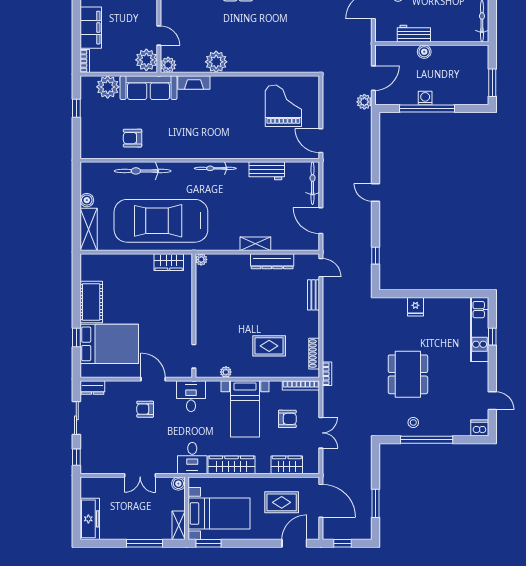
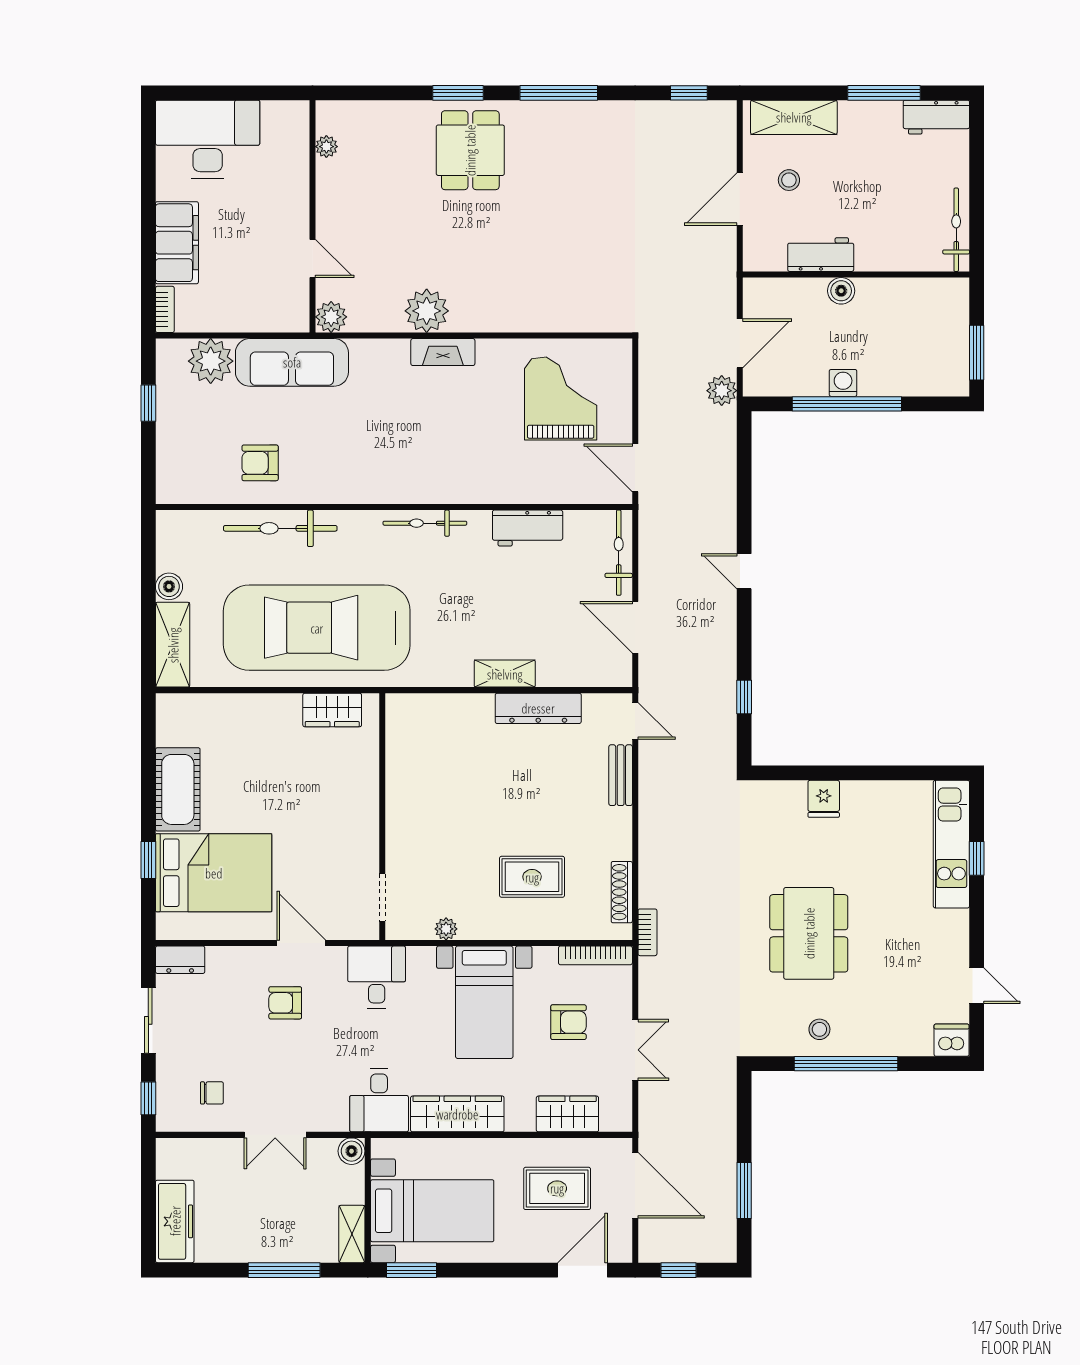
plant: (146, 60) -> (288, 307), removed
fireplace: (194, 82) -> (443, 352), moved
plant: (201, 260) -> (397, 705), removed
chair: (108, 454) -> (212, 1093), added

